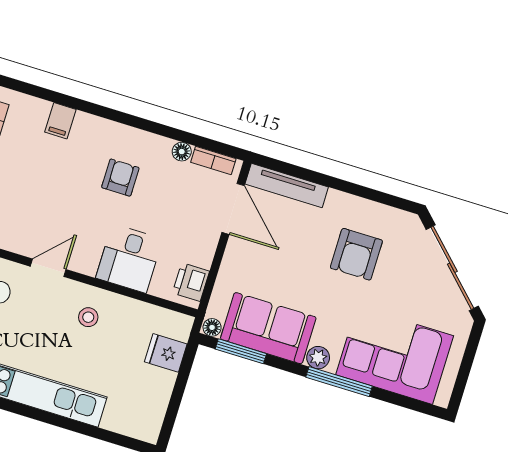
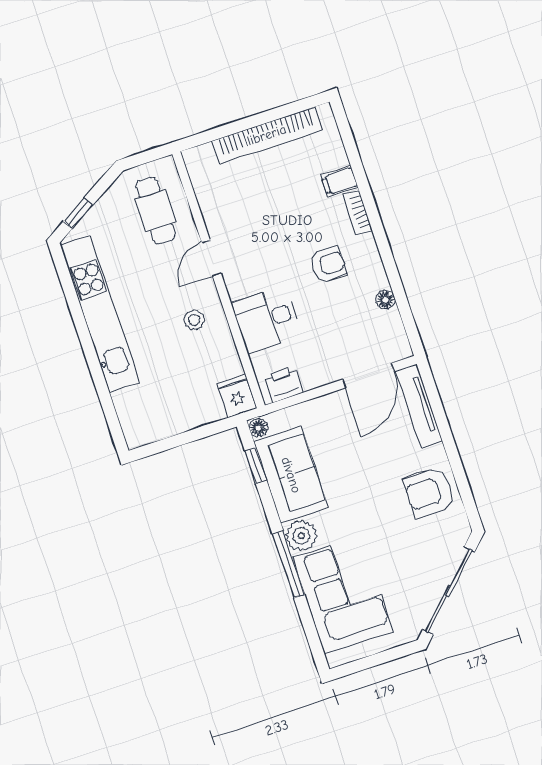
bookcase: (213, 160) -> (358, 213), moved
armchair: (356, 254) -> (429, 492), moved
door: (48, 268) -> (211, 258), swing flipped
window: (241, 351) -> (256, 466), width x0.67
fridge: (166, 353) -> (237, 396), moved
plant: (318, 358) -> (301, 536), width x1.38, depth x1.38

